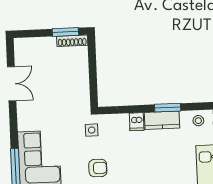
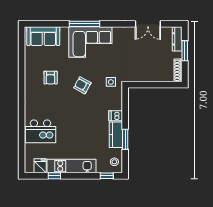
window: (65, 32) -> (185, 51), moved
dresser: (30, 44) -> (177, 39), added
armchair: (98, 168) -> (82, 85), turned 119

